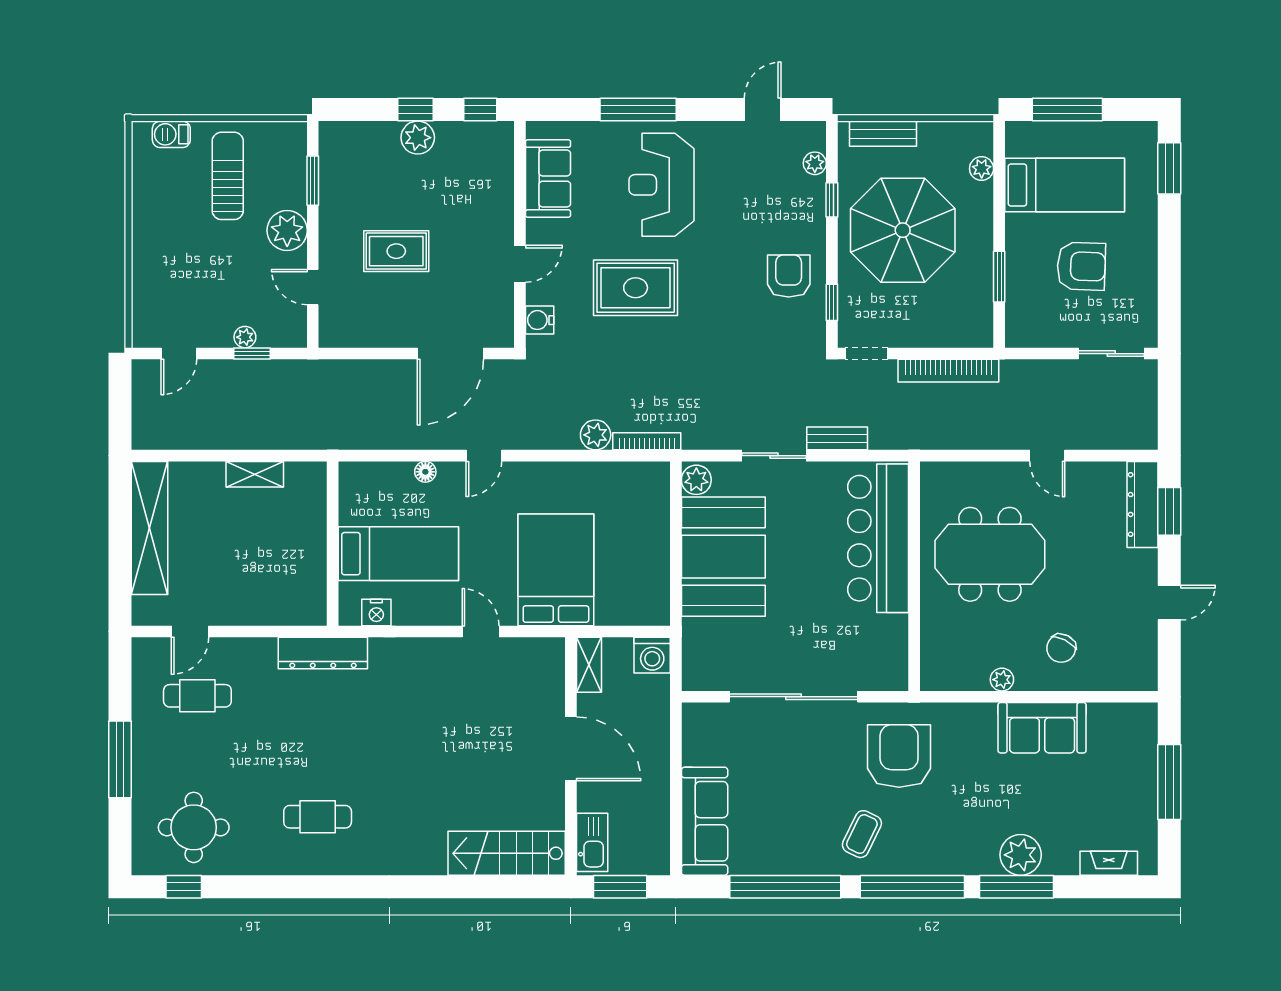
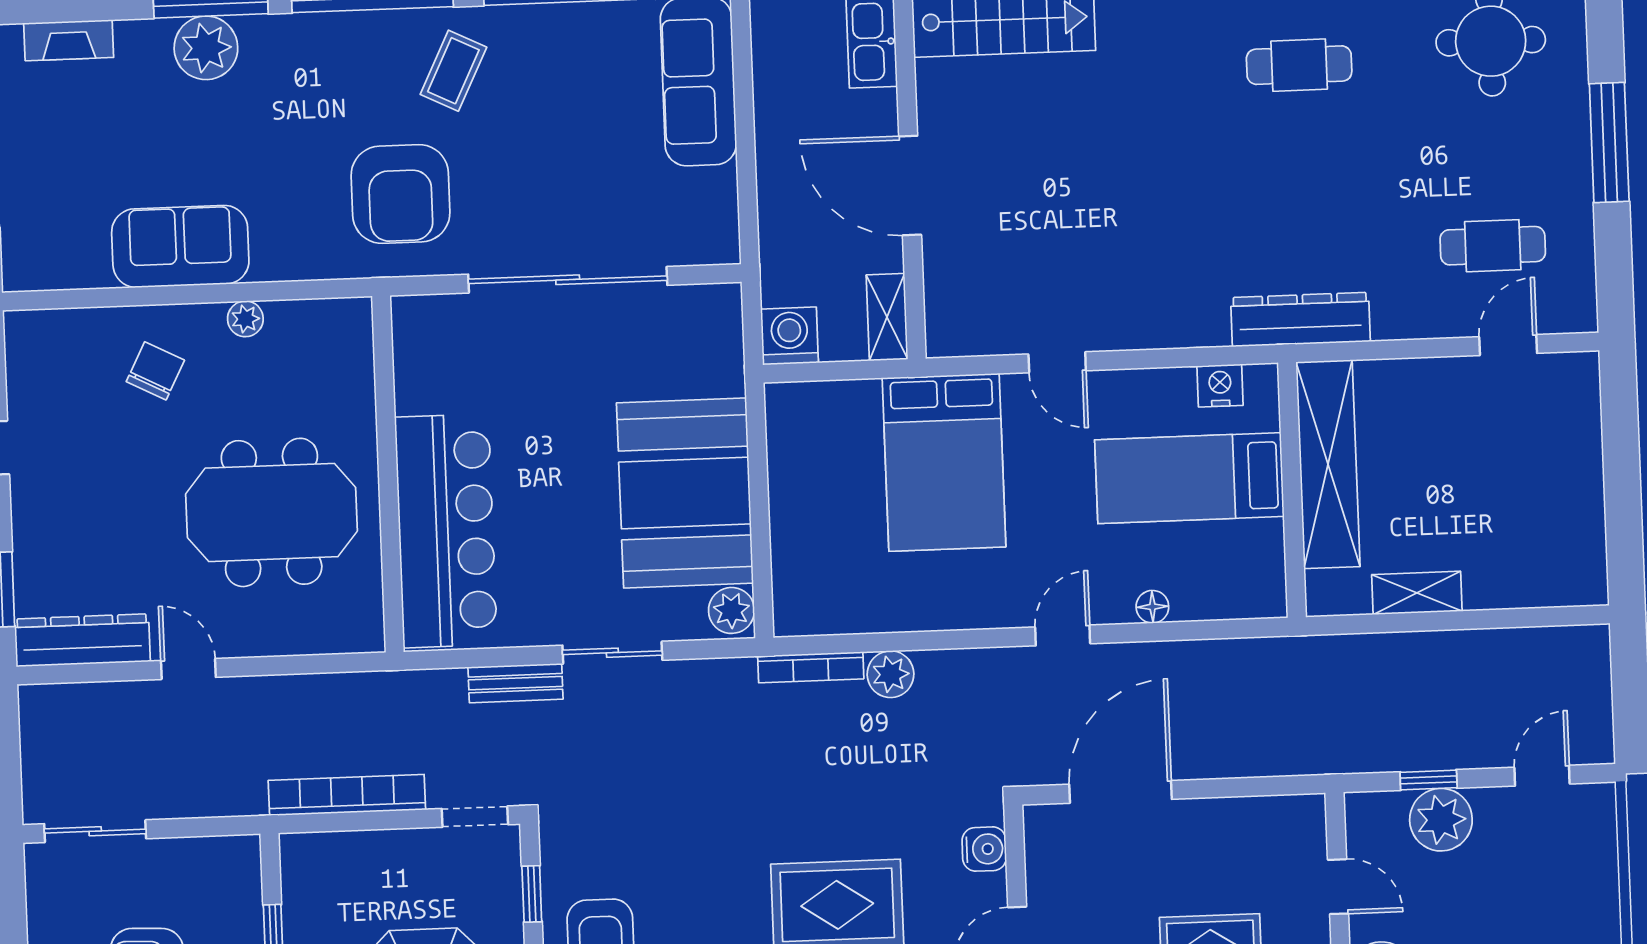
plant: (245, 337) -> (1441, 820), width x1.88, depth x1.88
dresser: (1143, 504) -> (82, 640), moved, turned -90
shelving: (149, 528) -> (1328, 464), moved

